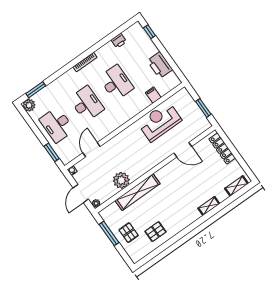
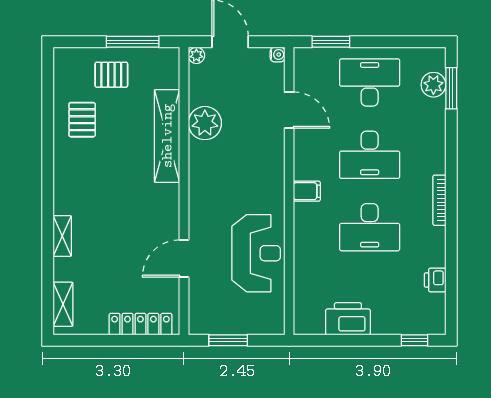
filing cabinet: (153, 95) -> (307, 191), moved
plant: (29, 105) -> (433, 85), moved

